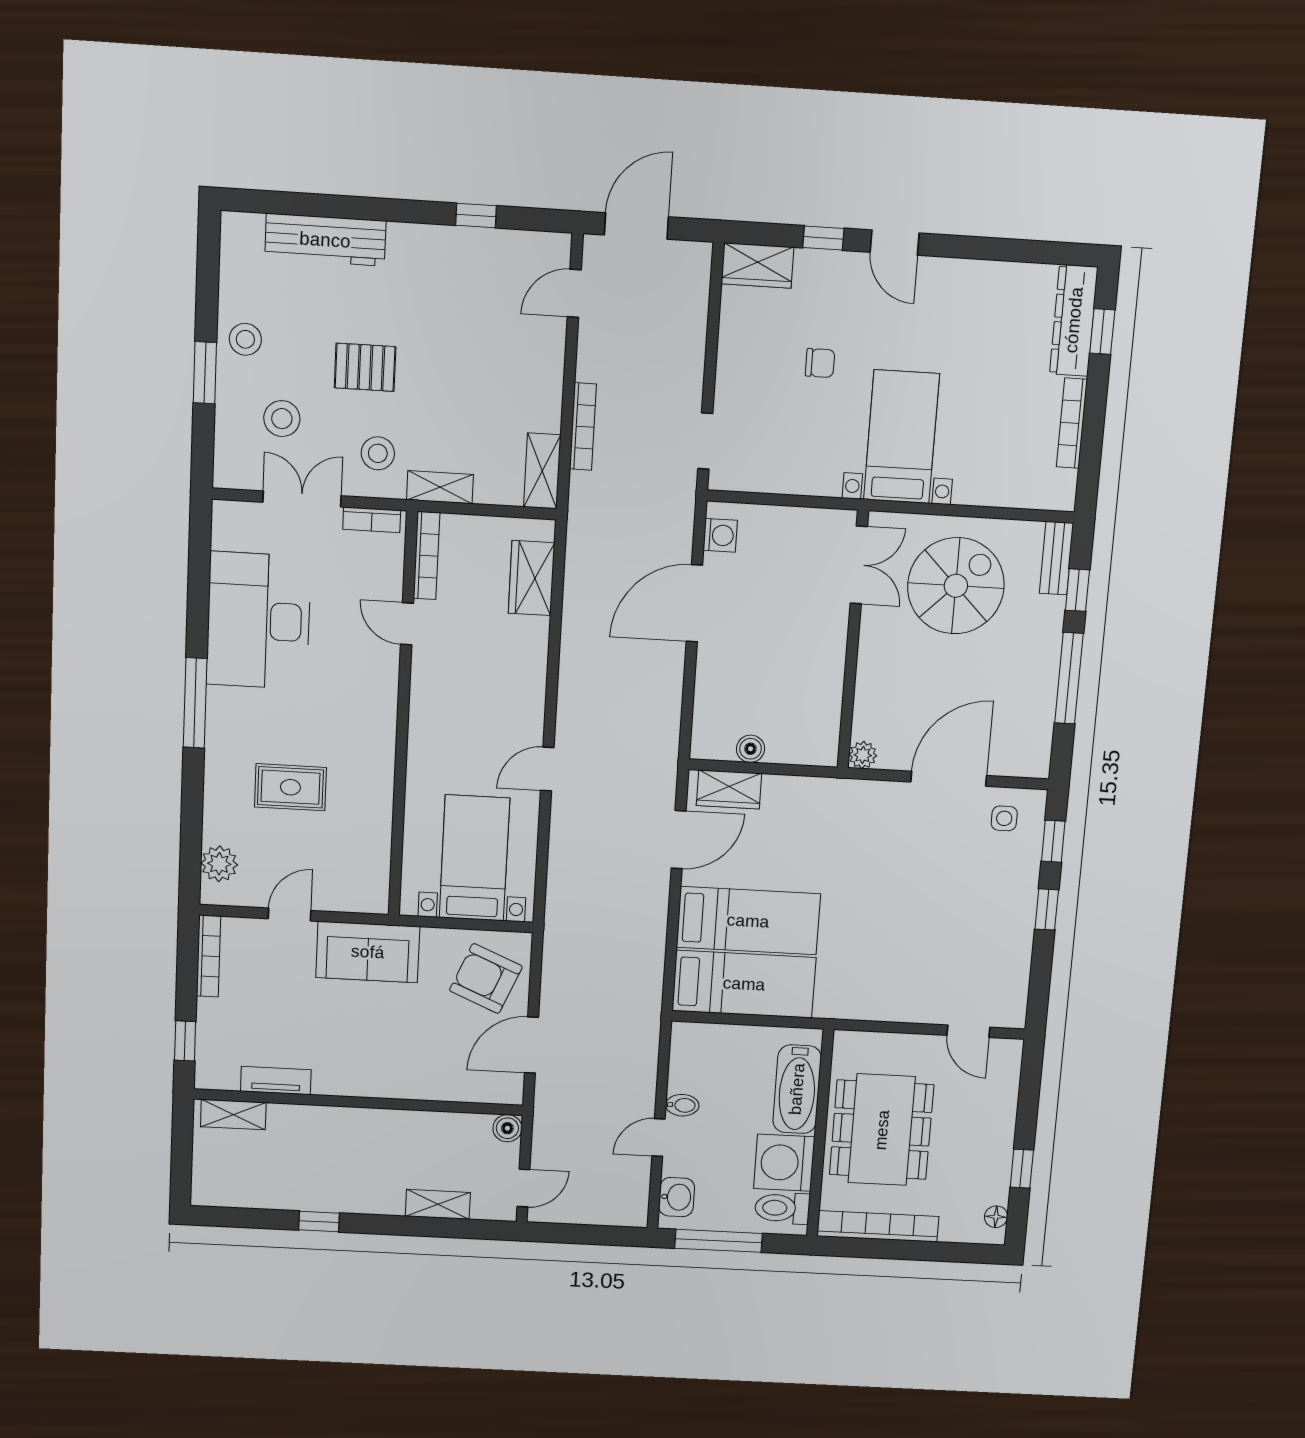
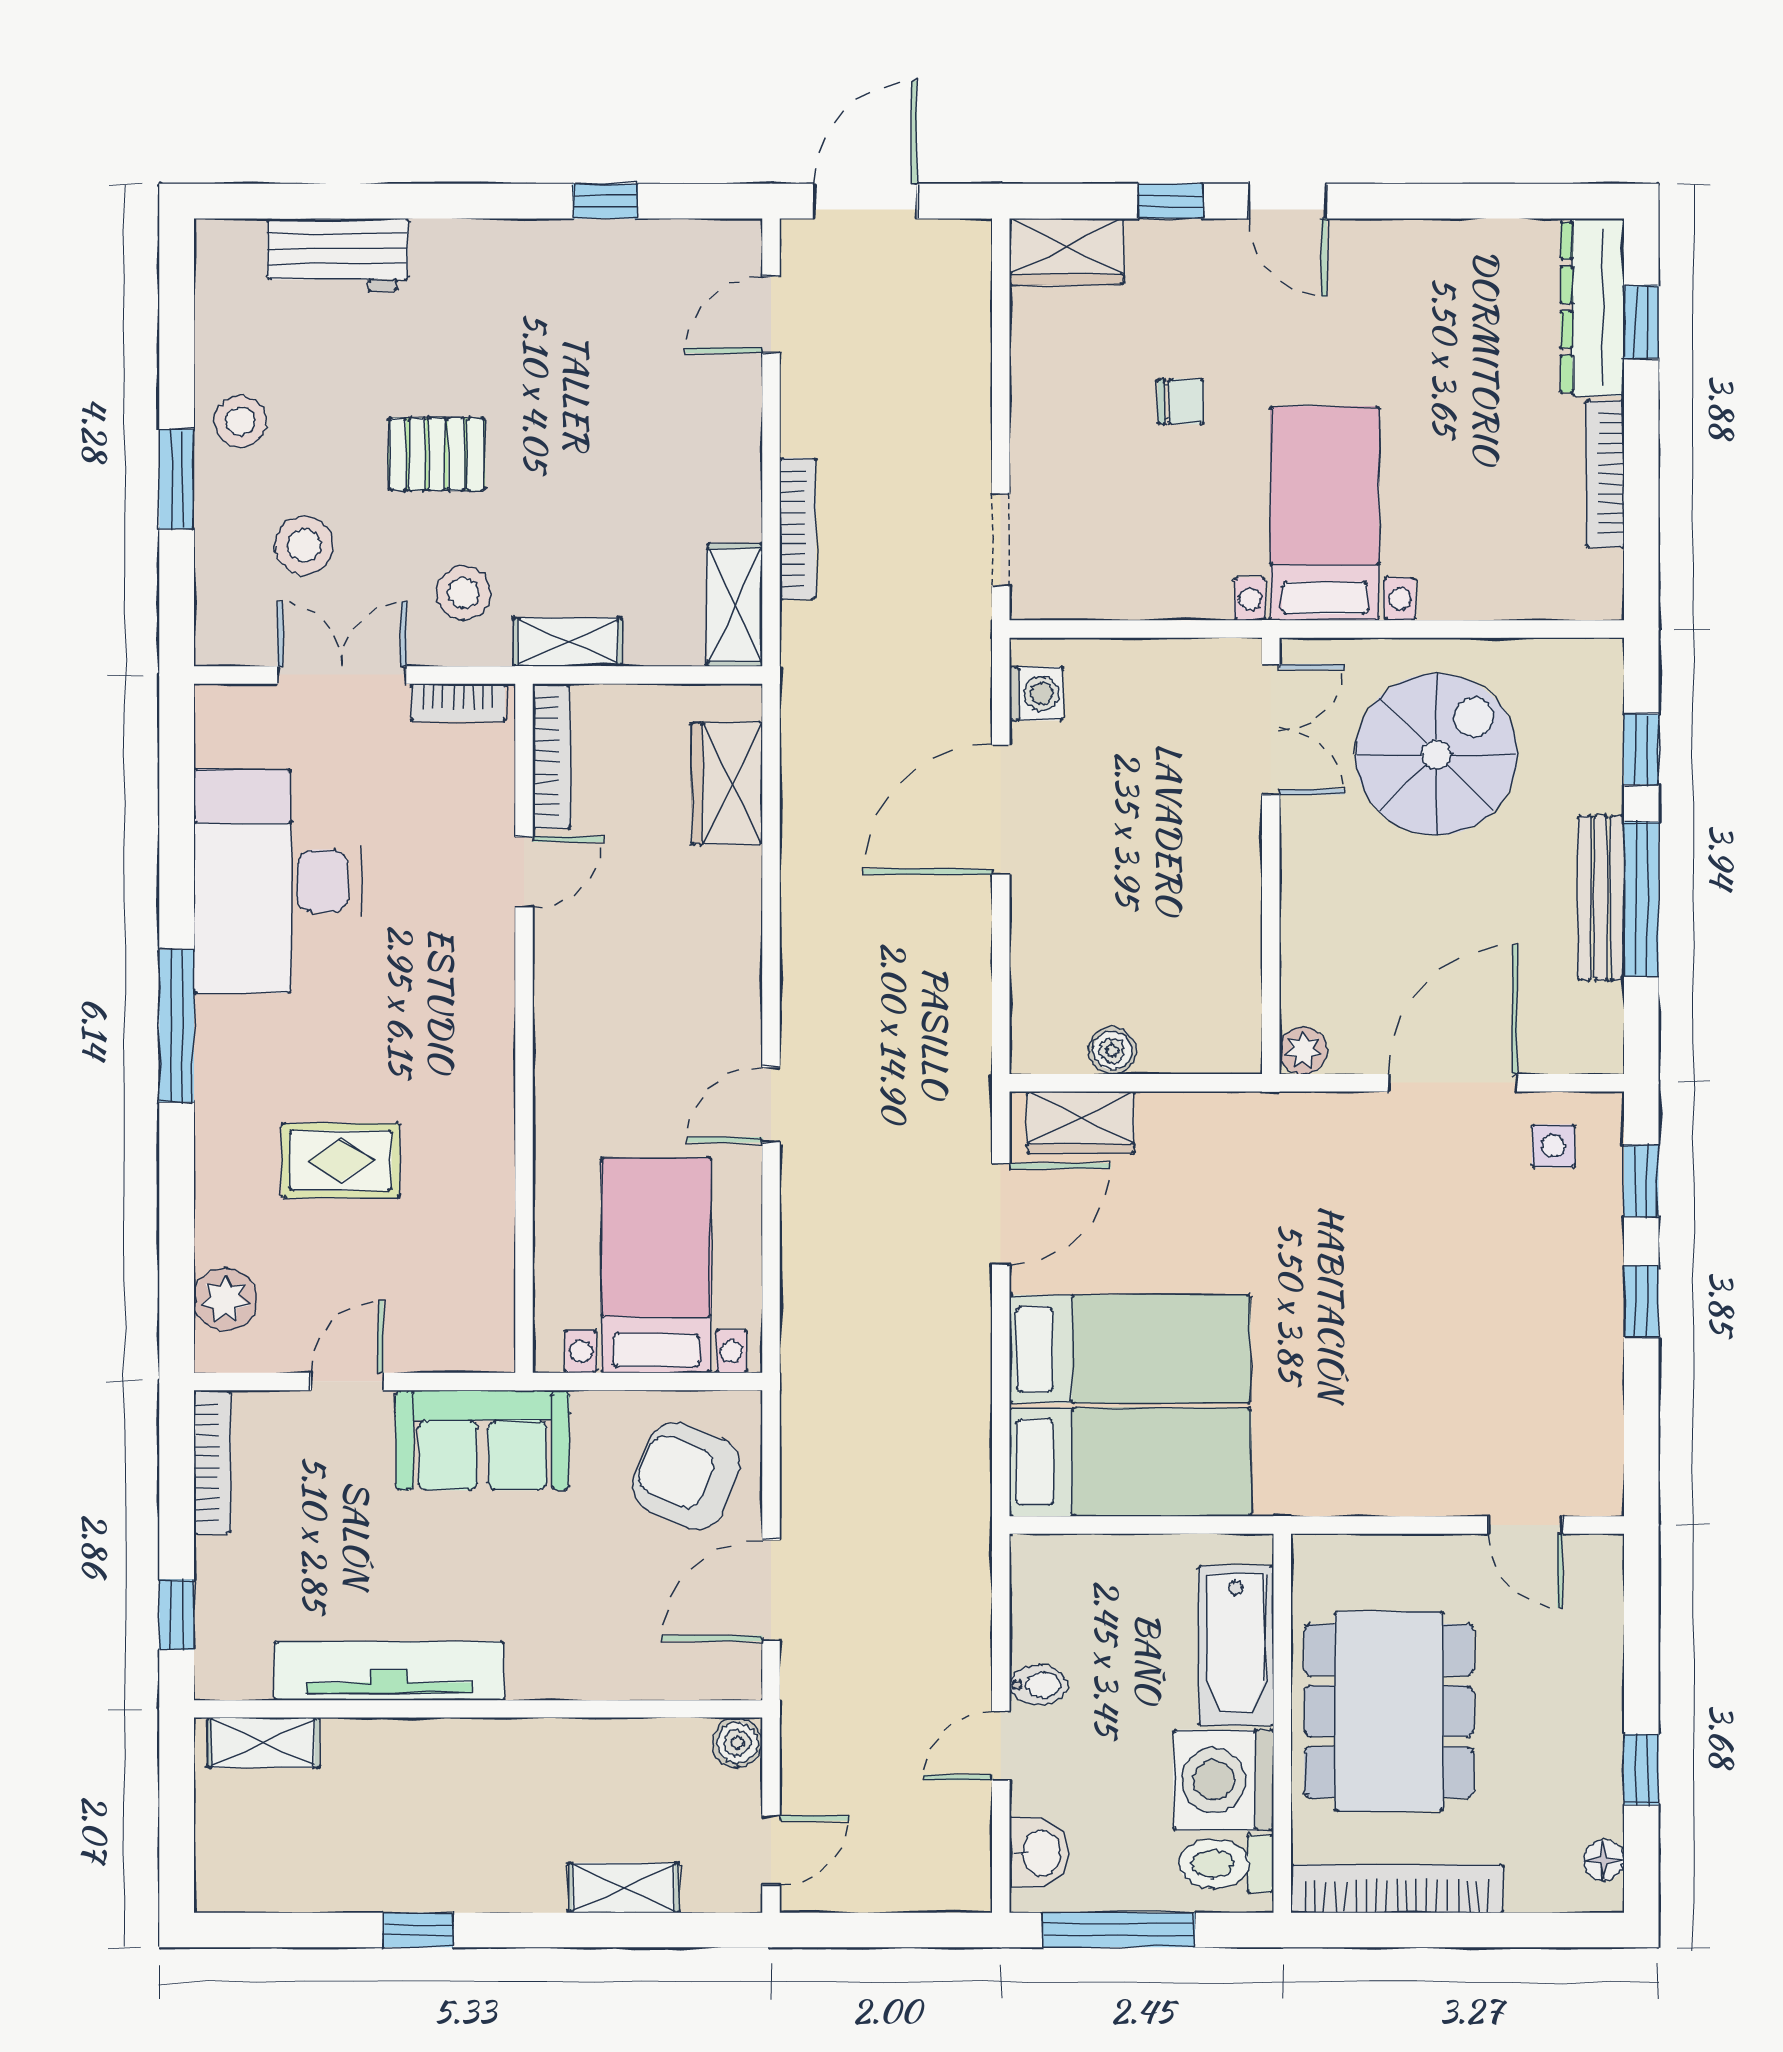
workbench: (325, 240) -> (338, 255), width x0.73
bench: (1056, 558) -> (1601, 898), moved, width x1.36
door: (407, 624) -> (524, 872), swing flipped
tv unit: (276, 1081) -> (389, 1671), width x1.92, depth x1.29

